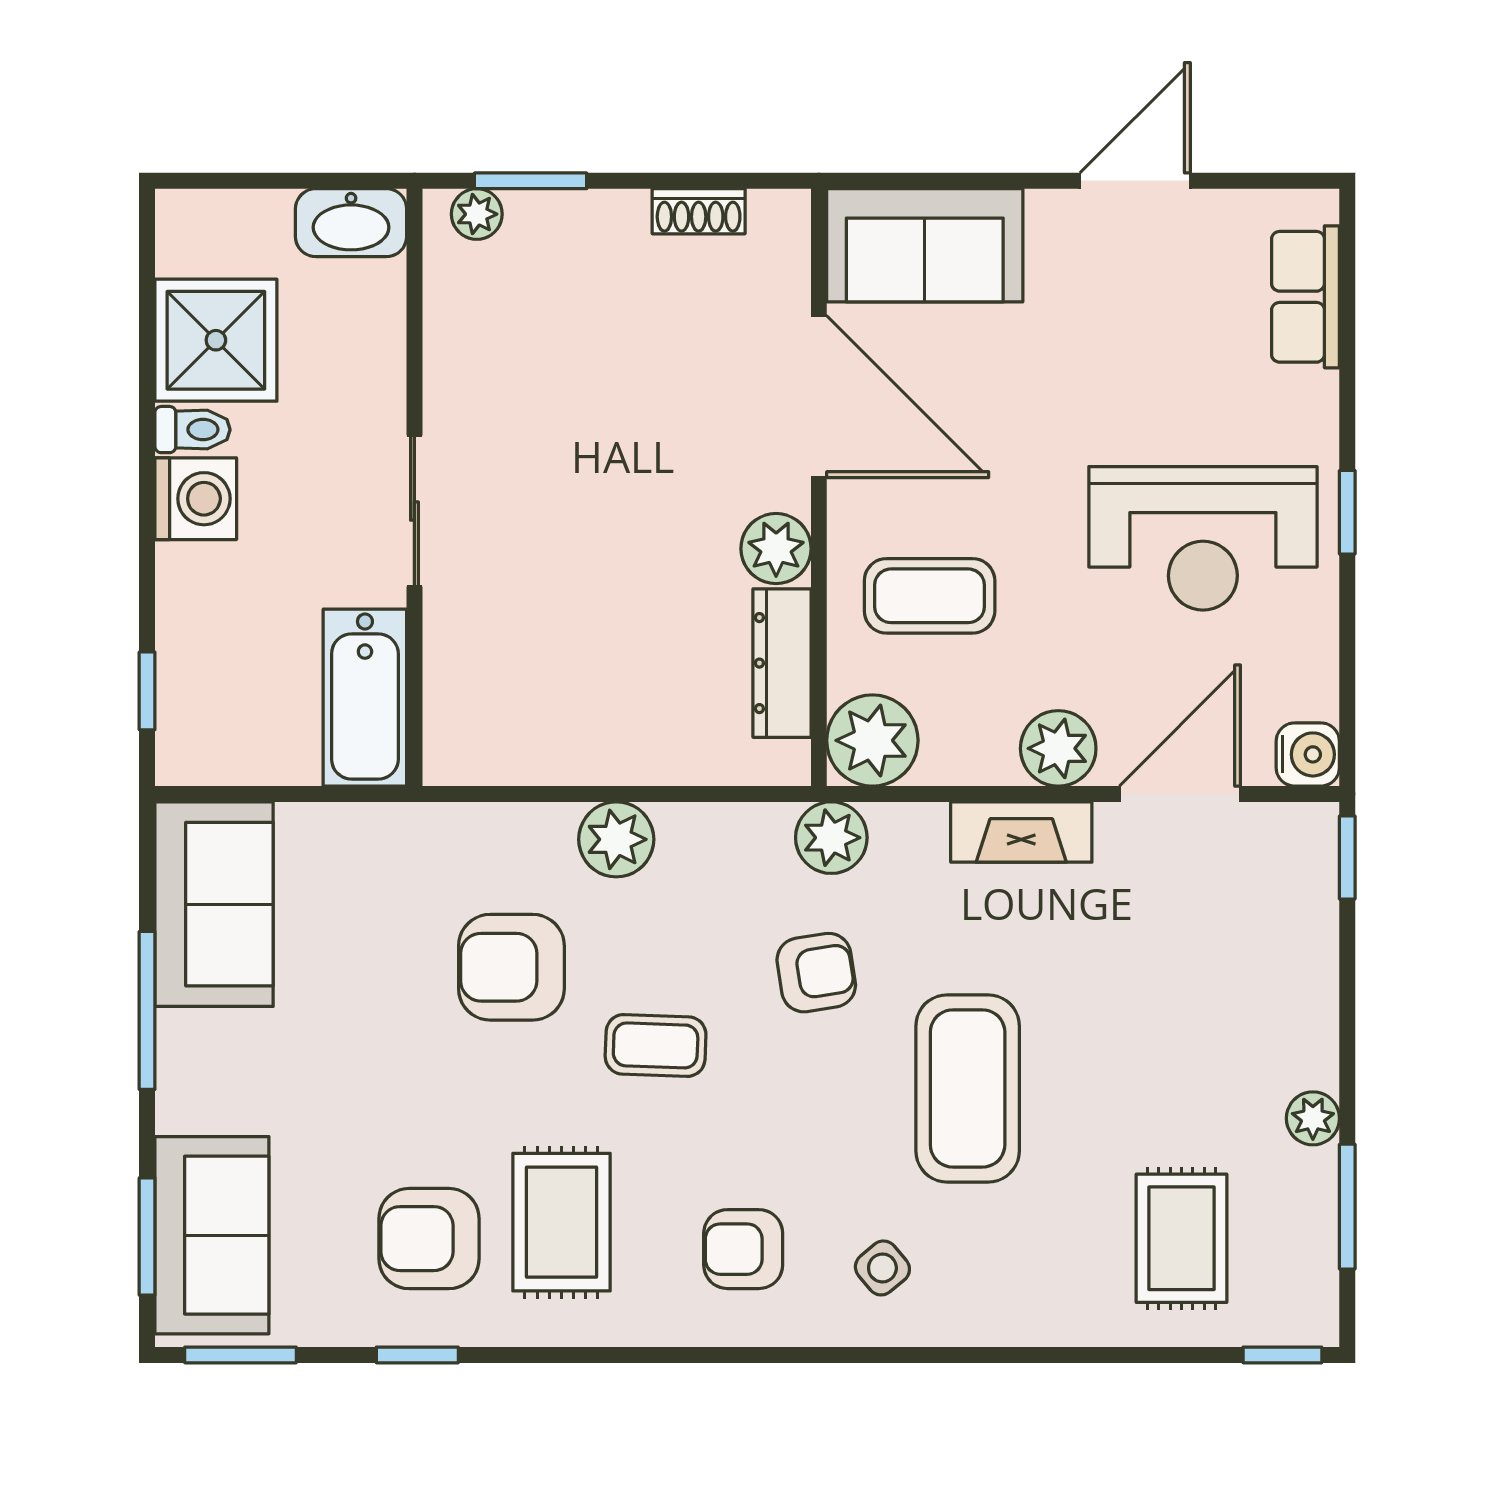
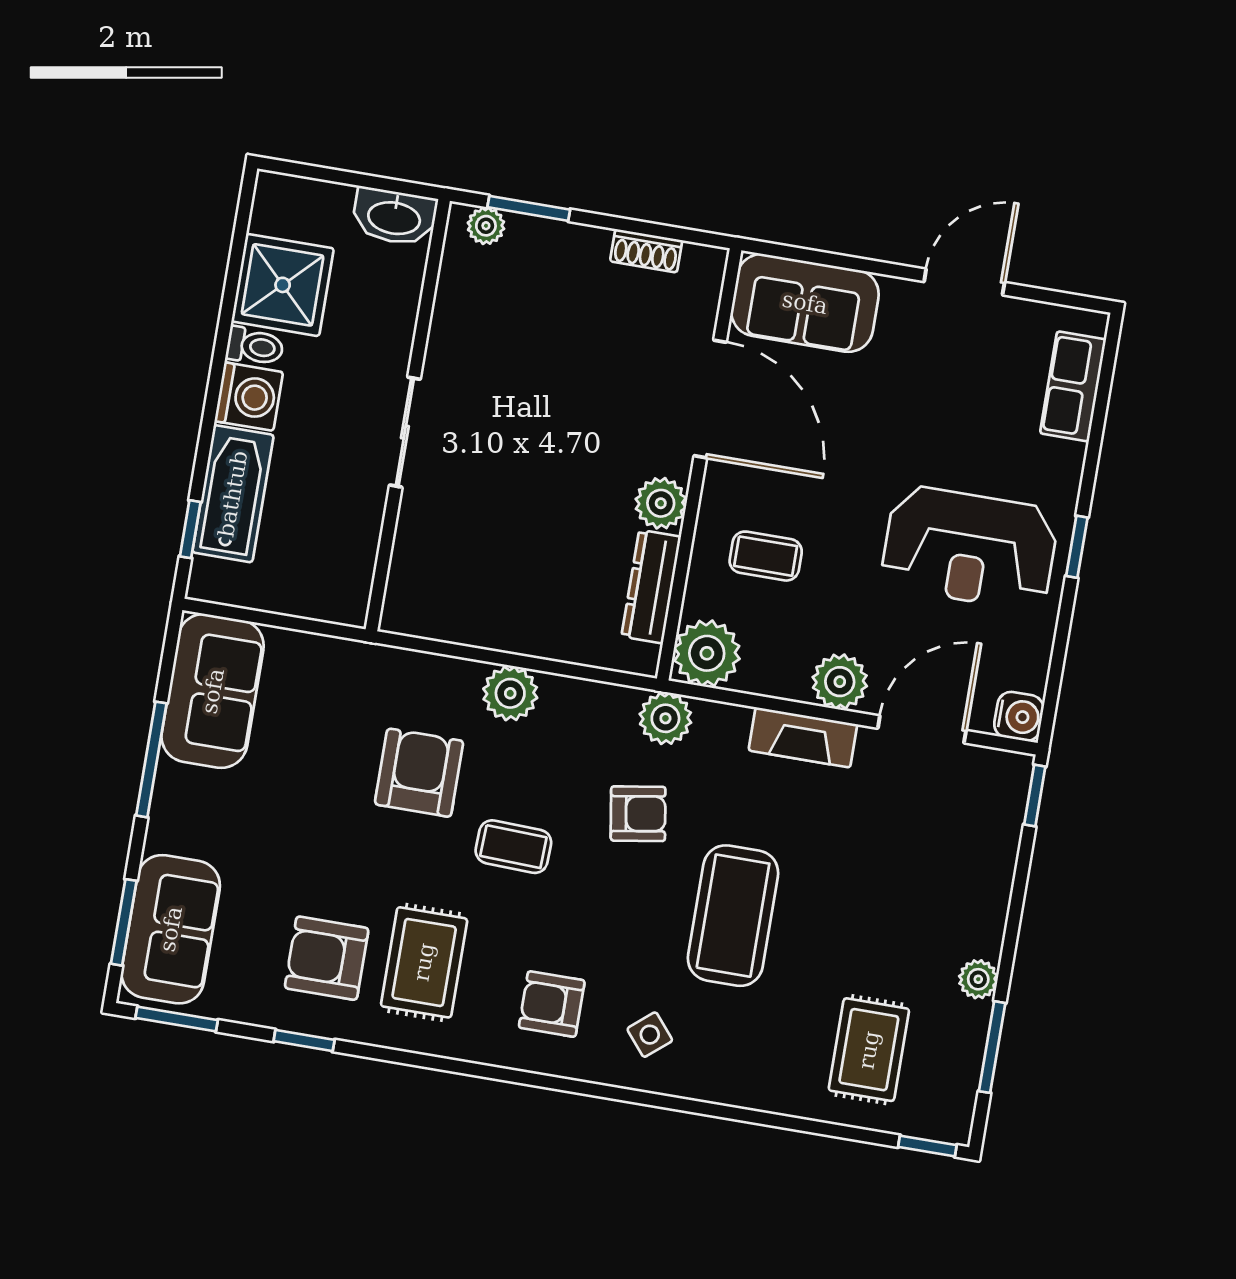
coffee table: (930, 596) -> (766, 556), width x0.73, depth x0.77
bathtub: (365, 698) -> (233, 494), moved, turned 180
armchair: (511, 967) -> (419, 773), turned 90

